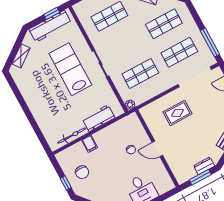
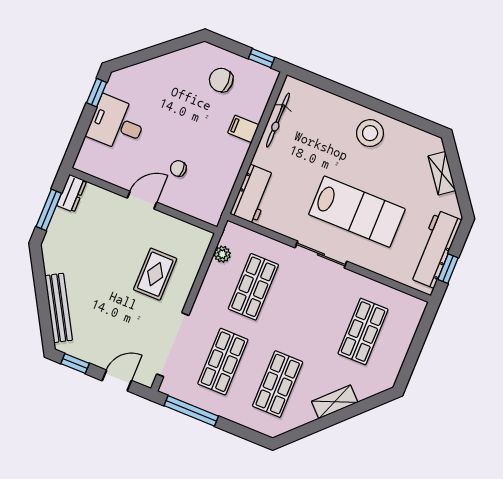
stool: (37, 98) -> (370, 133), added
plant: (130, 105) -> (222, 254), moved
workbench: (99, 118) -> (253, 194), moved
dresser: (204, 166) -> (72, 193), moved
window: (66, 183) -> (262, 58), moved

